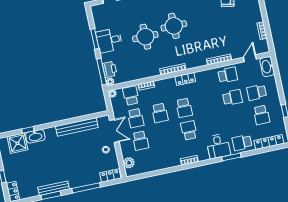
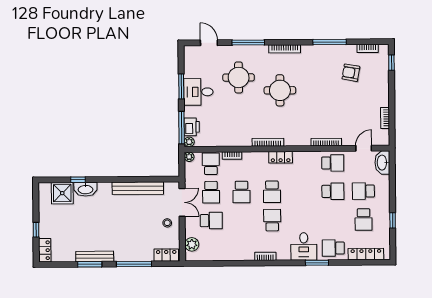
round table: (145, 37) -> (239, 77), moved
school desk: (140, 141) -> (211, 221), turned -90

